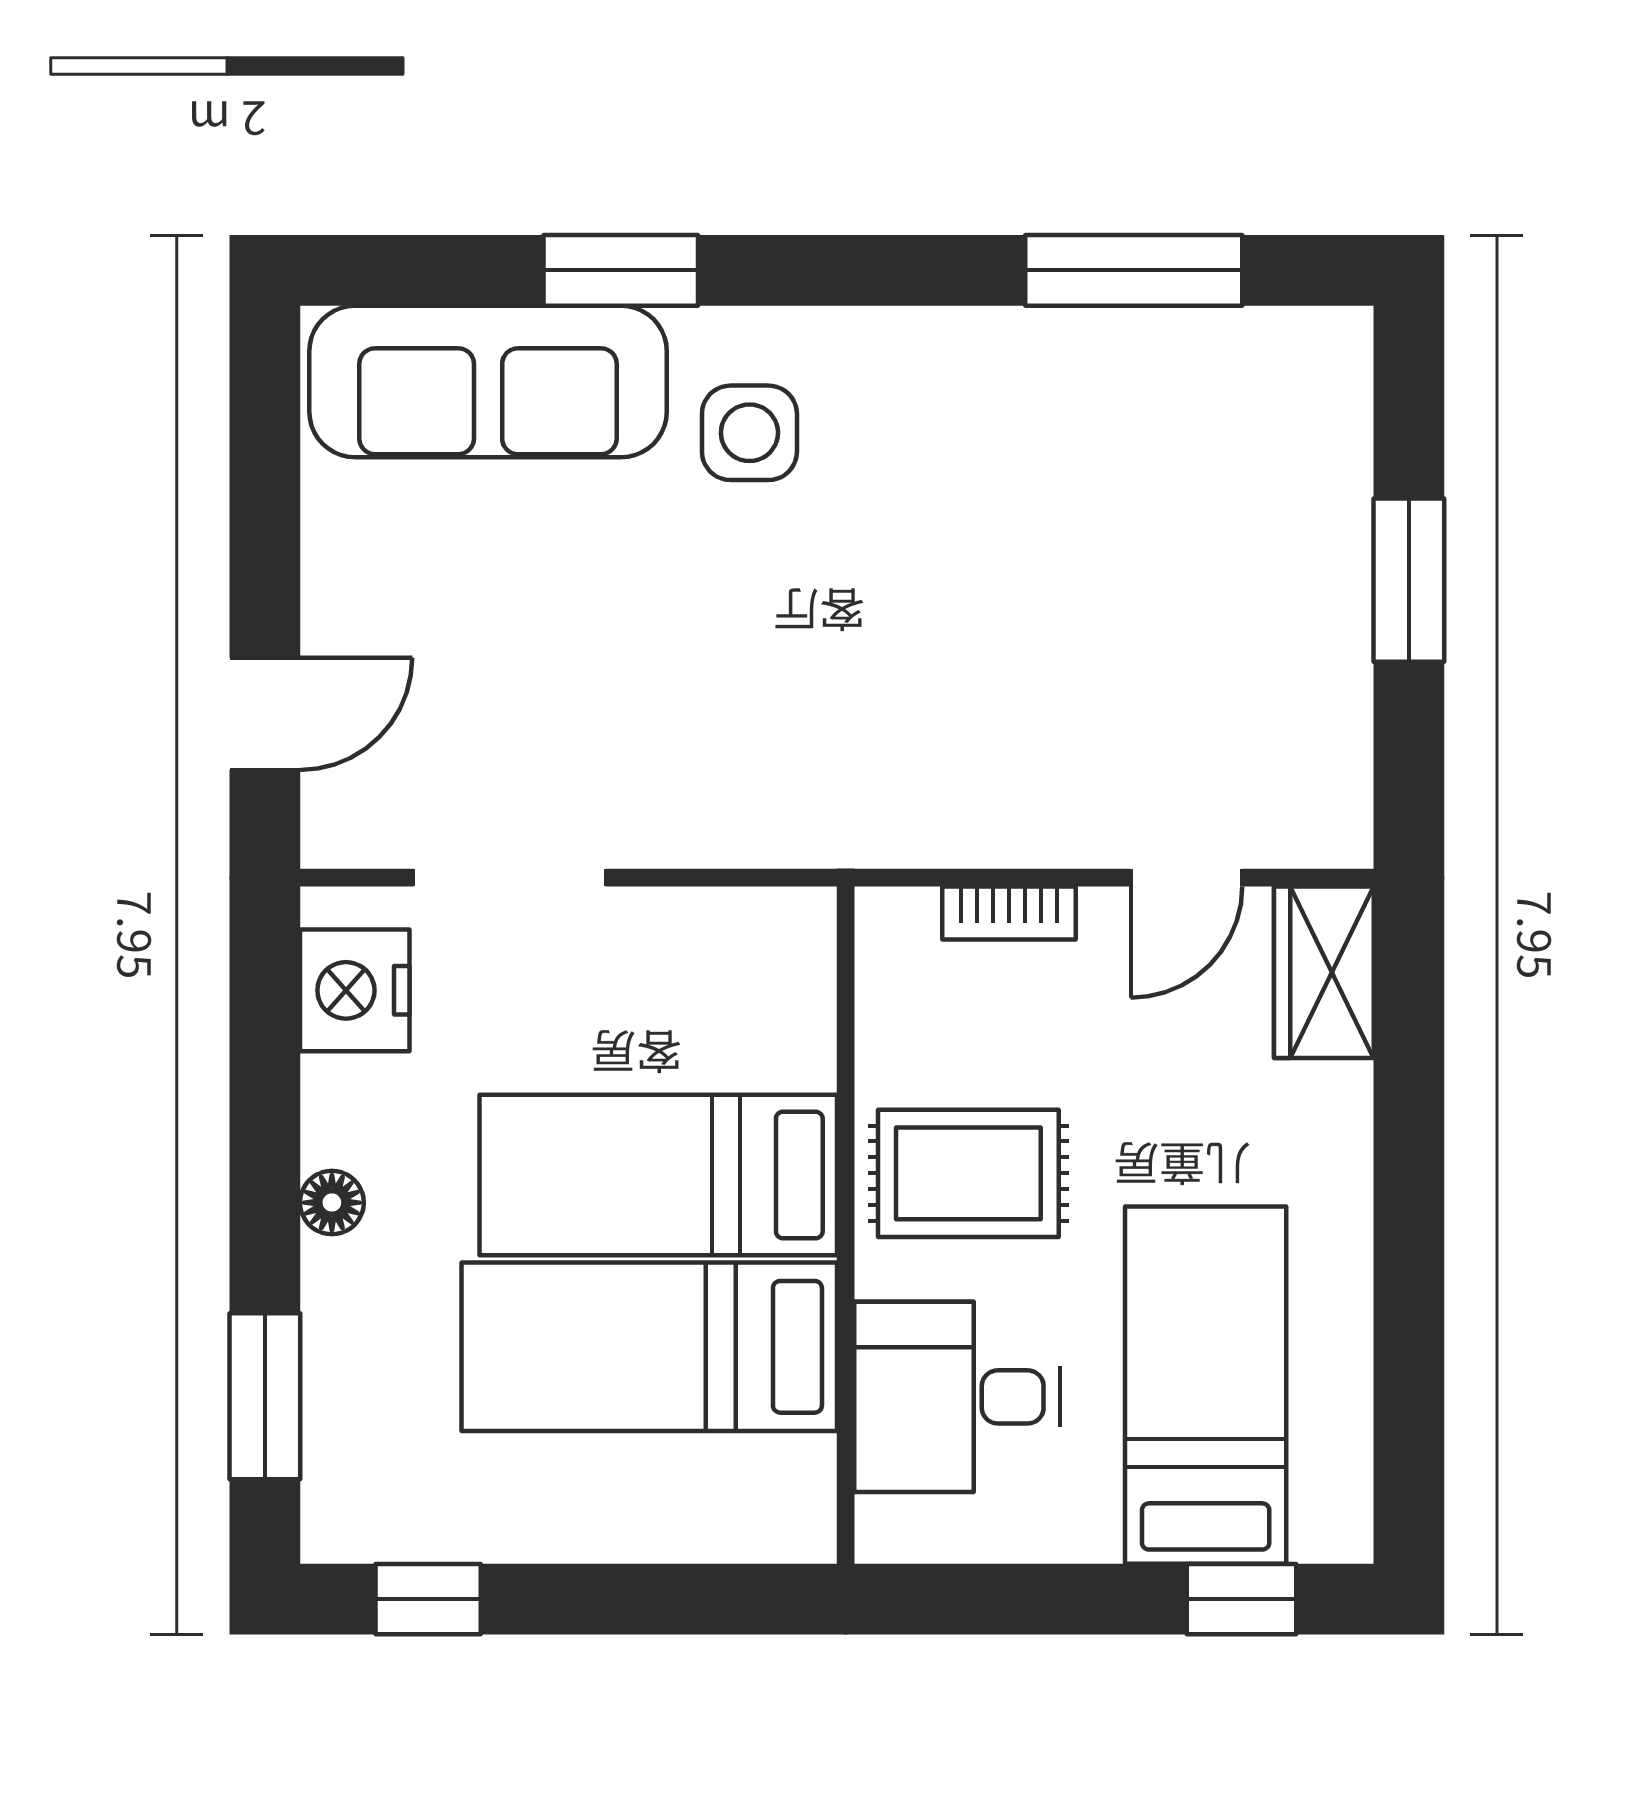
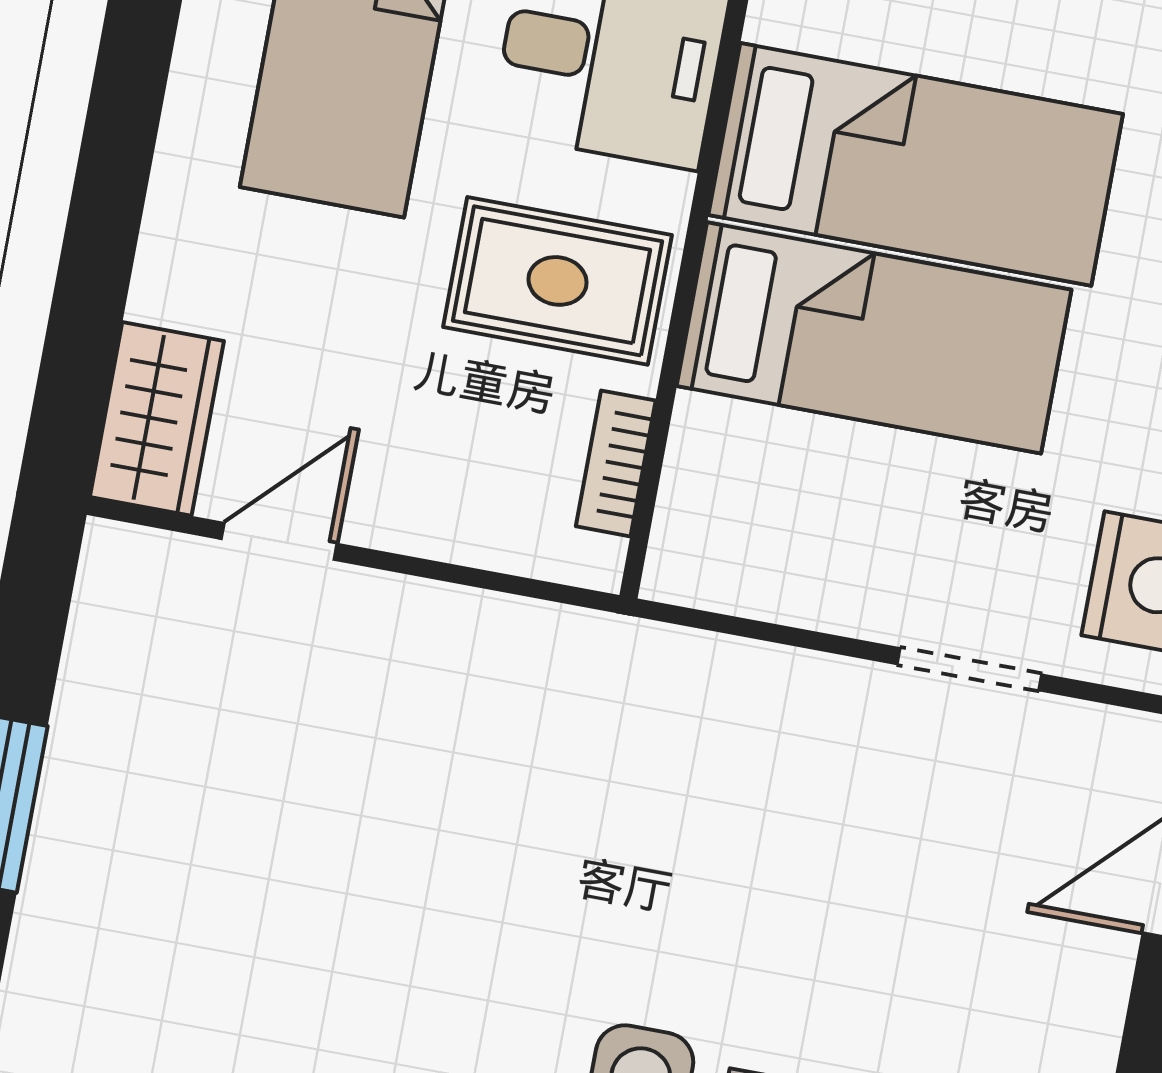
doorway: (510, 878) -> (969, 669), width x0.73
bookcase: (1009, 913) -> (616, 463), moved, turned -90

